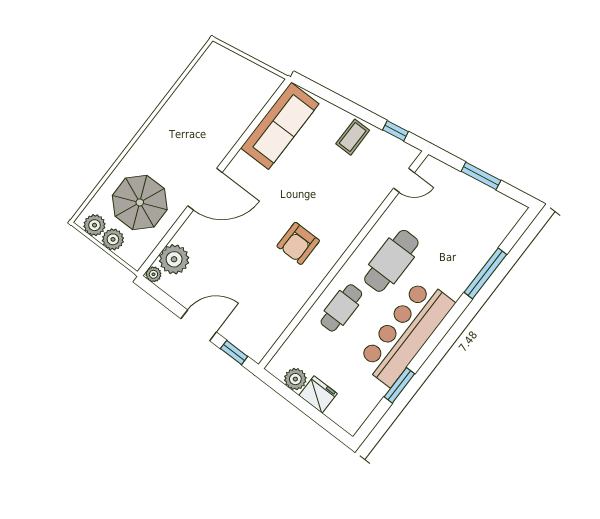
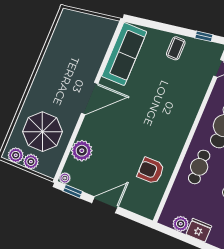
door: (205, 189) -> (90, 98), moved
armchair: (298, 243) -> (151, 171), moved, turned 90
plant: (174, 259) -> (82, 151), moved
window: (234, 352) -> (73, 191), moved

